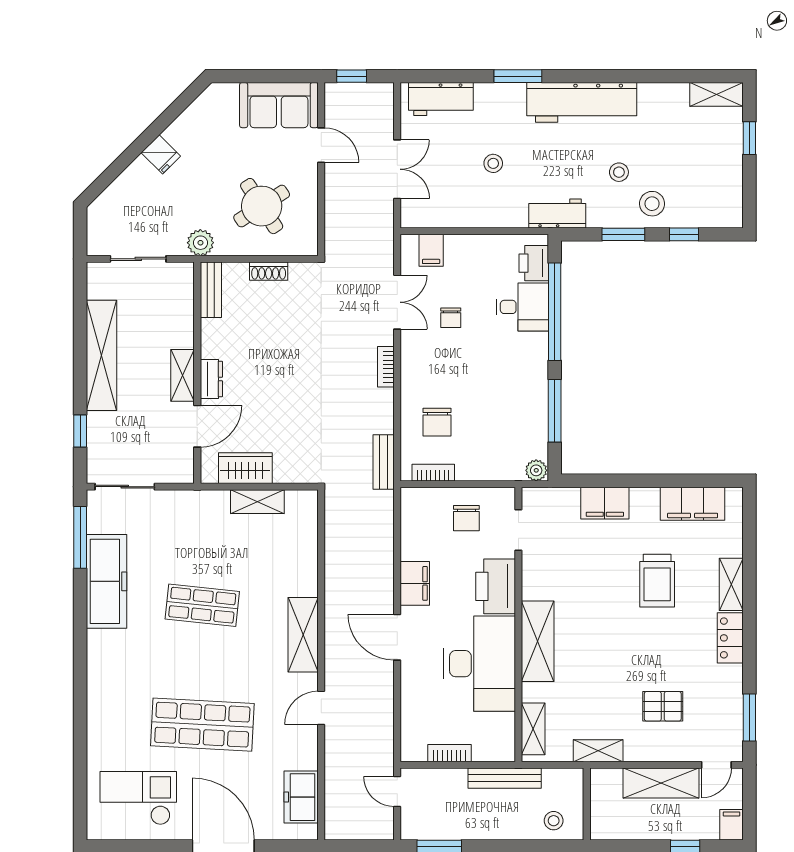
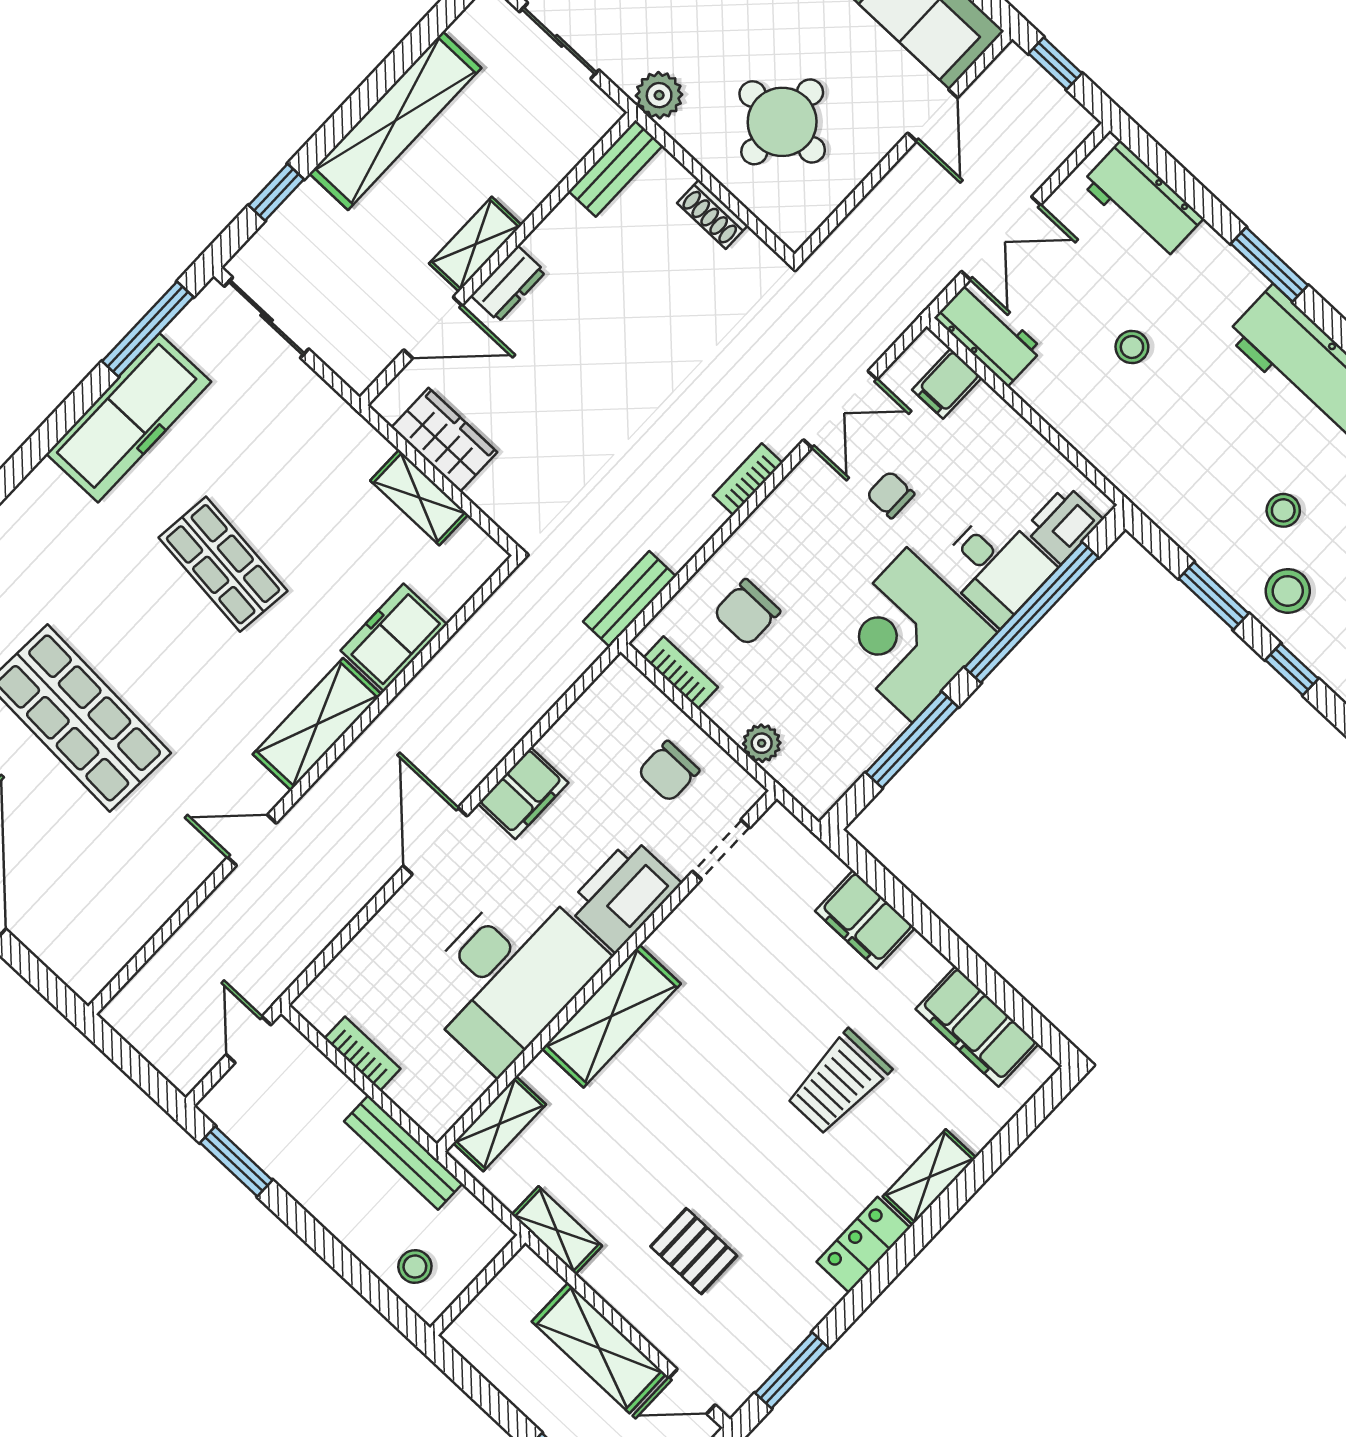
round table: (262, 206) -> (782, 122), turned 33
workbench: (557, 213) -> (989, 334), moved
chair: (451, 318) -> (891, 495), turned 90
corner desk: (513, 368) -> (910, 635), added
plant: (536, 470) -> (762, 743), moved
freezer: (301, 797) -> (394, 637), moved

